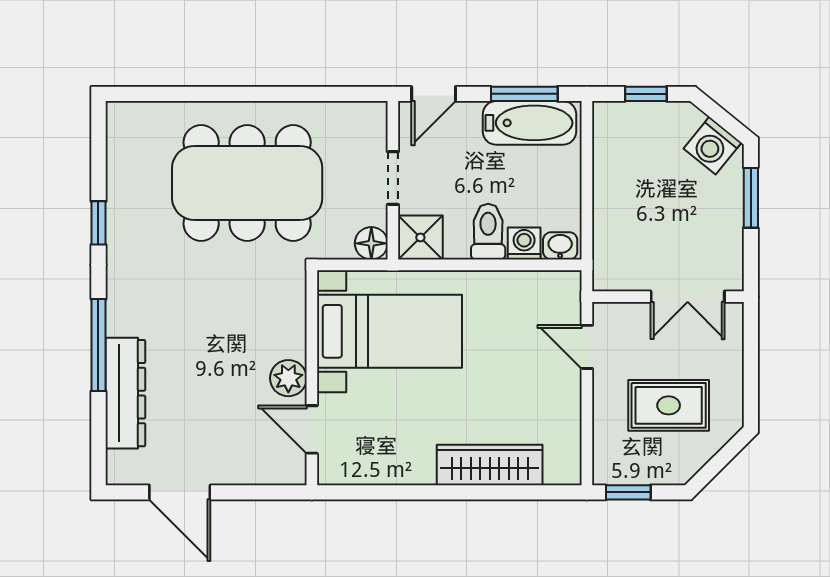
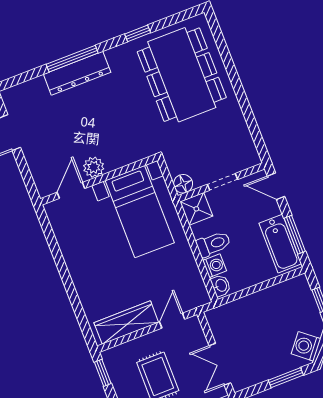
dining table: (247, 183) -> (182, 75), moved
dresser: (125, 393) -> (77, 73), moved
wardrobe: (490, 465) -> (126, 323), moved, turned -90

